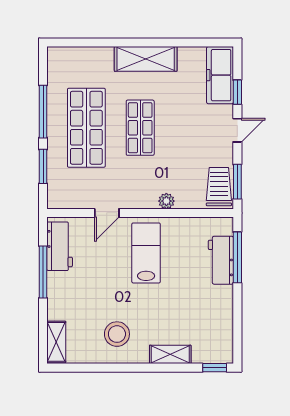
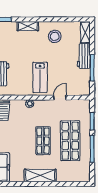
workbench: (60, 246) -> (84, 56), moved

